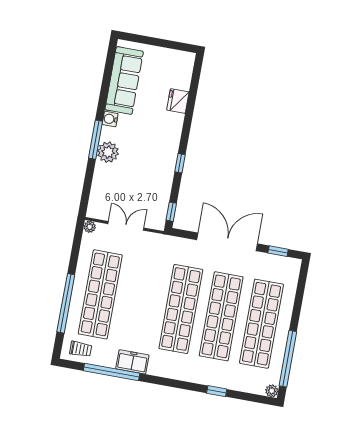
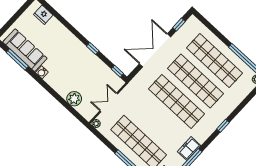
fridge: (178, 101) -> (43, 15), moved
window: (96, 140) -> (17, 59), moved
plant: (108, 152) -> (74, 99), moved
window: (217, 391) -> (223, 126), moved

